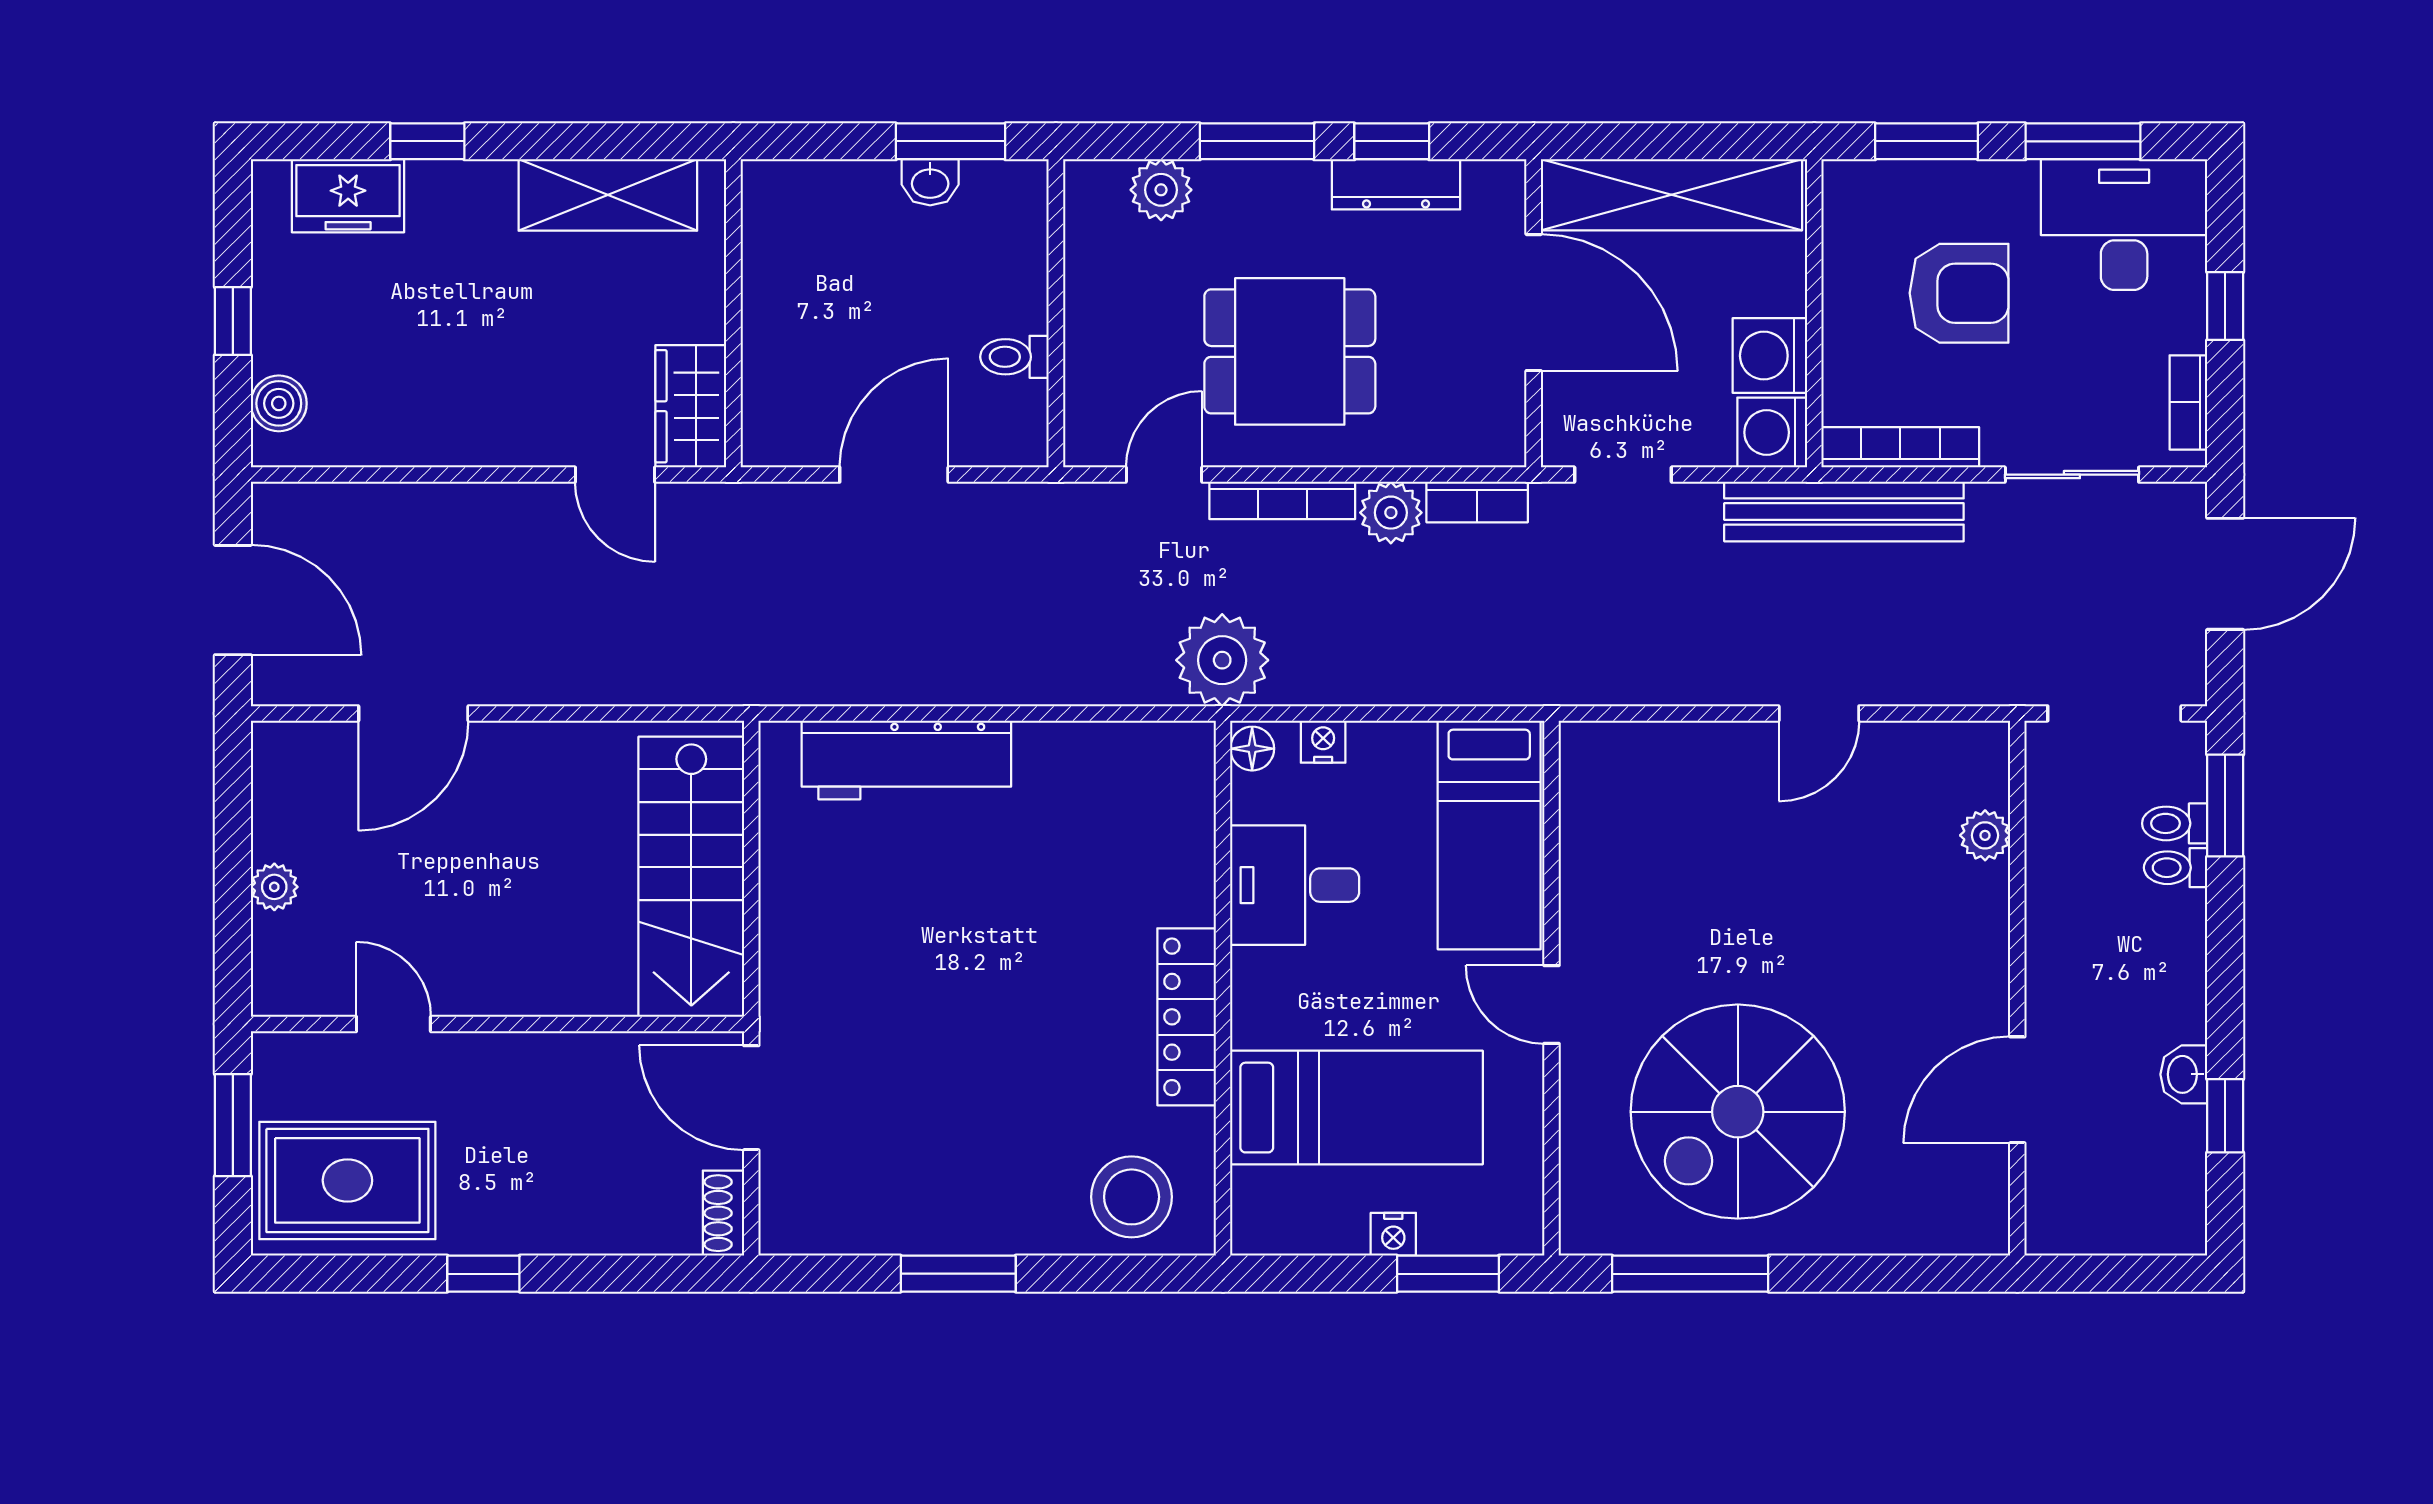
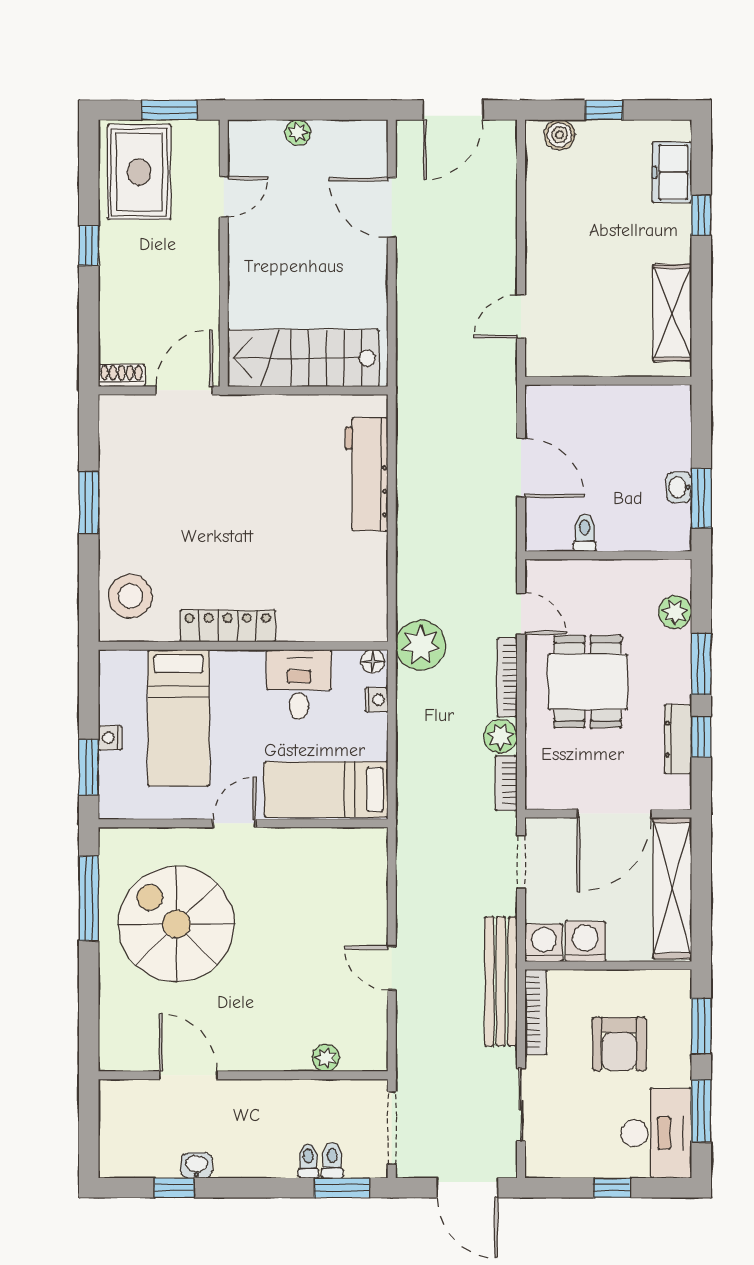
bookcase: (2188, 402) -> (560, 1168), removed
wardrobe: (691, 406) -> (558, 358), removed

